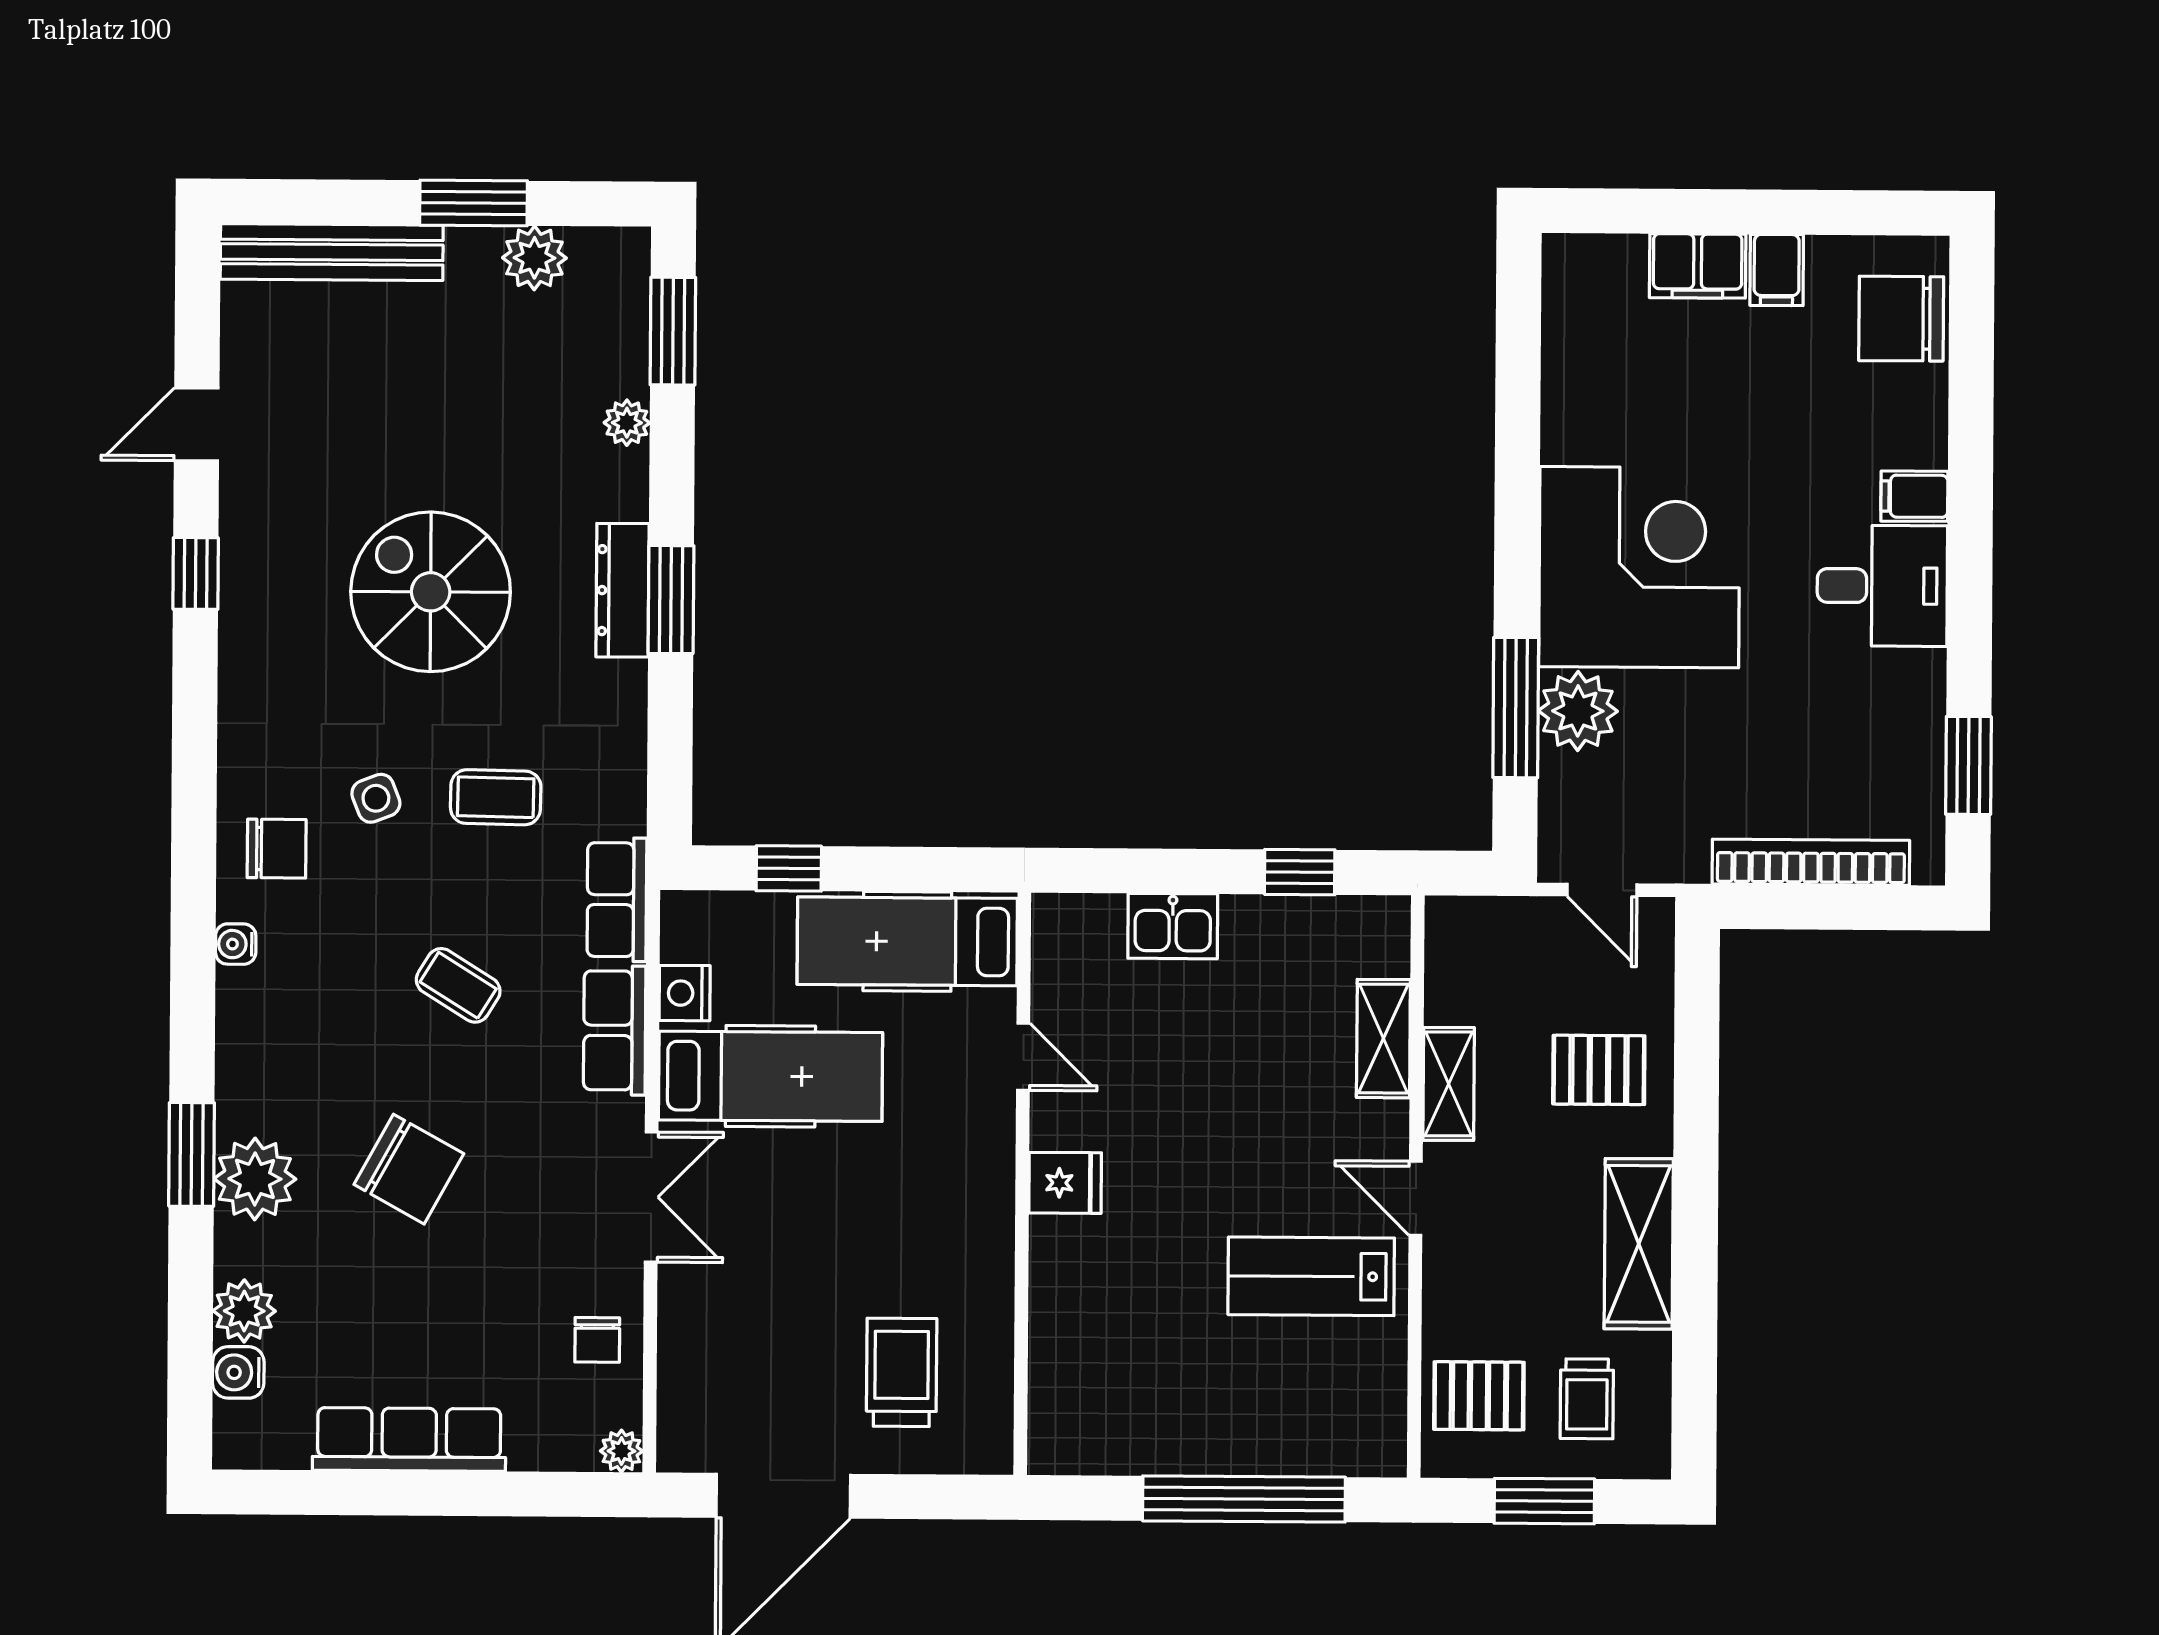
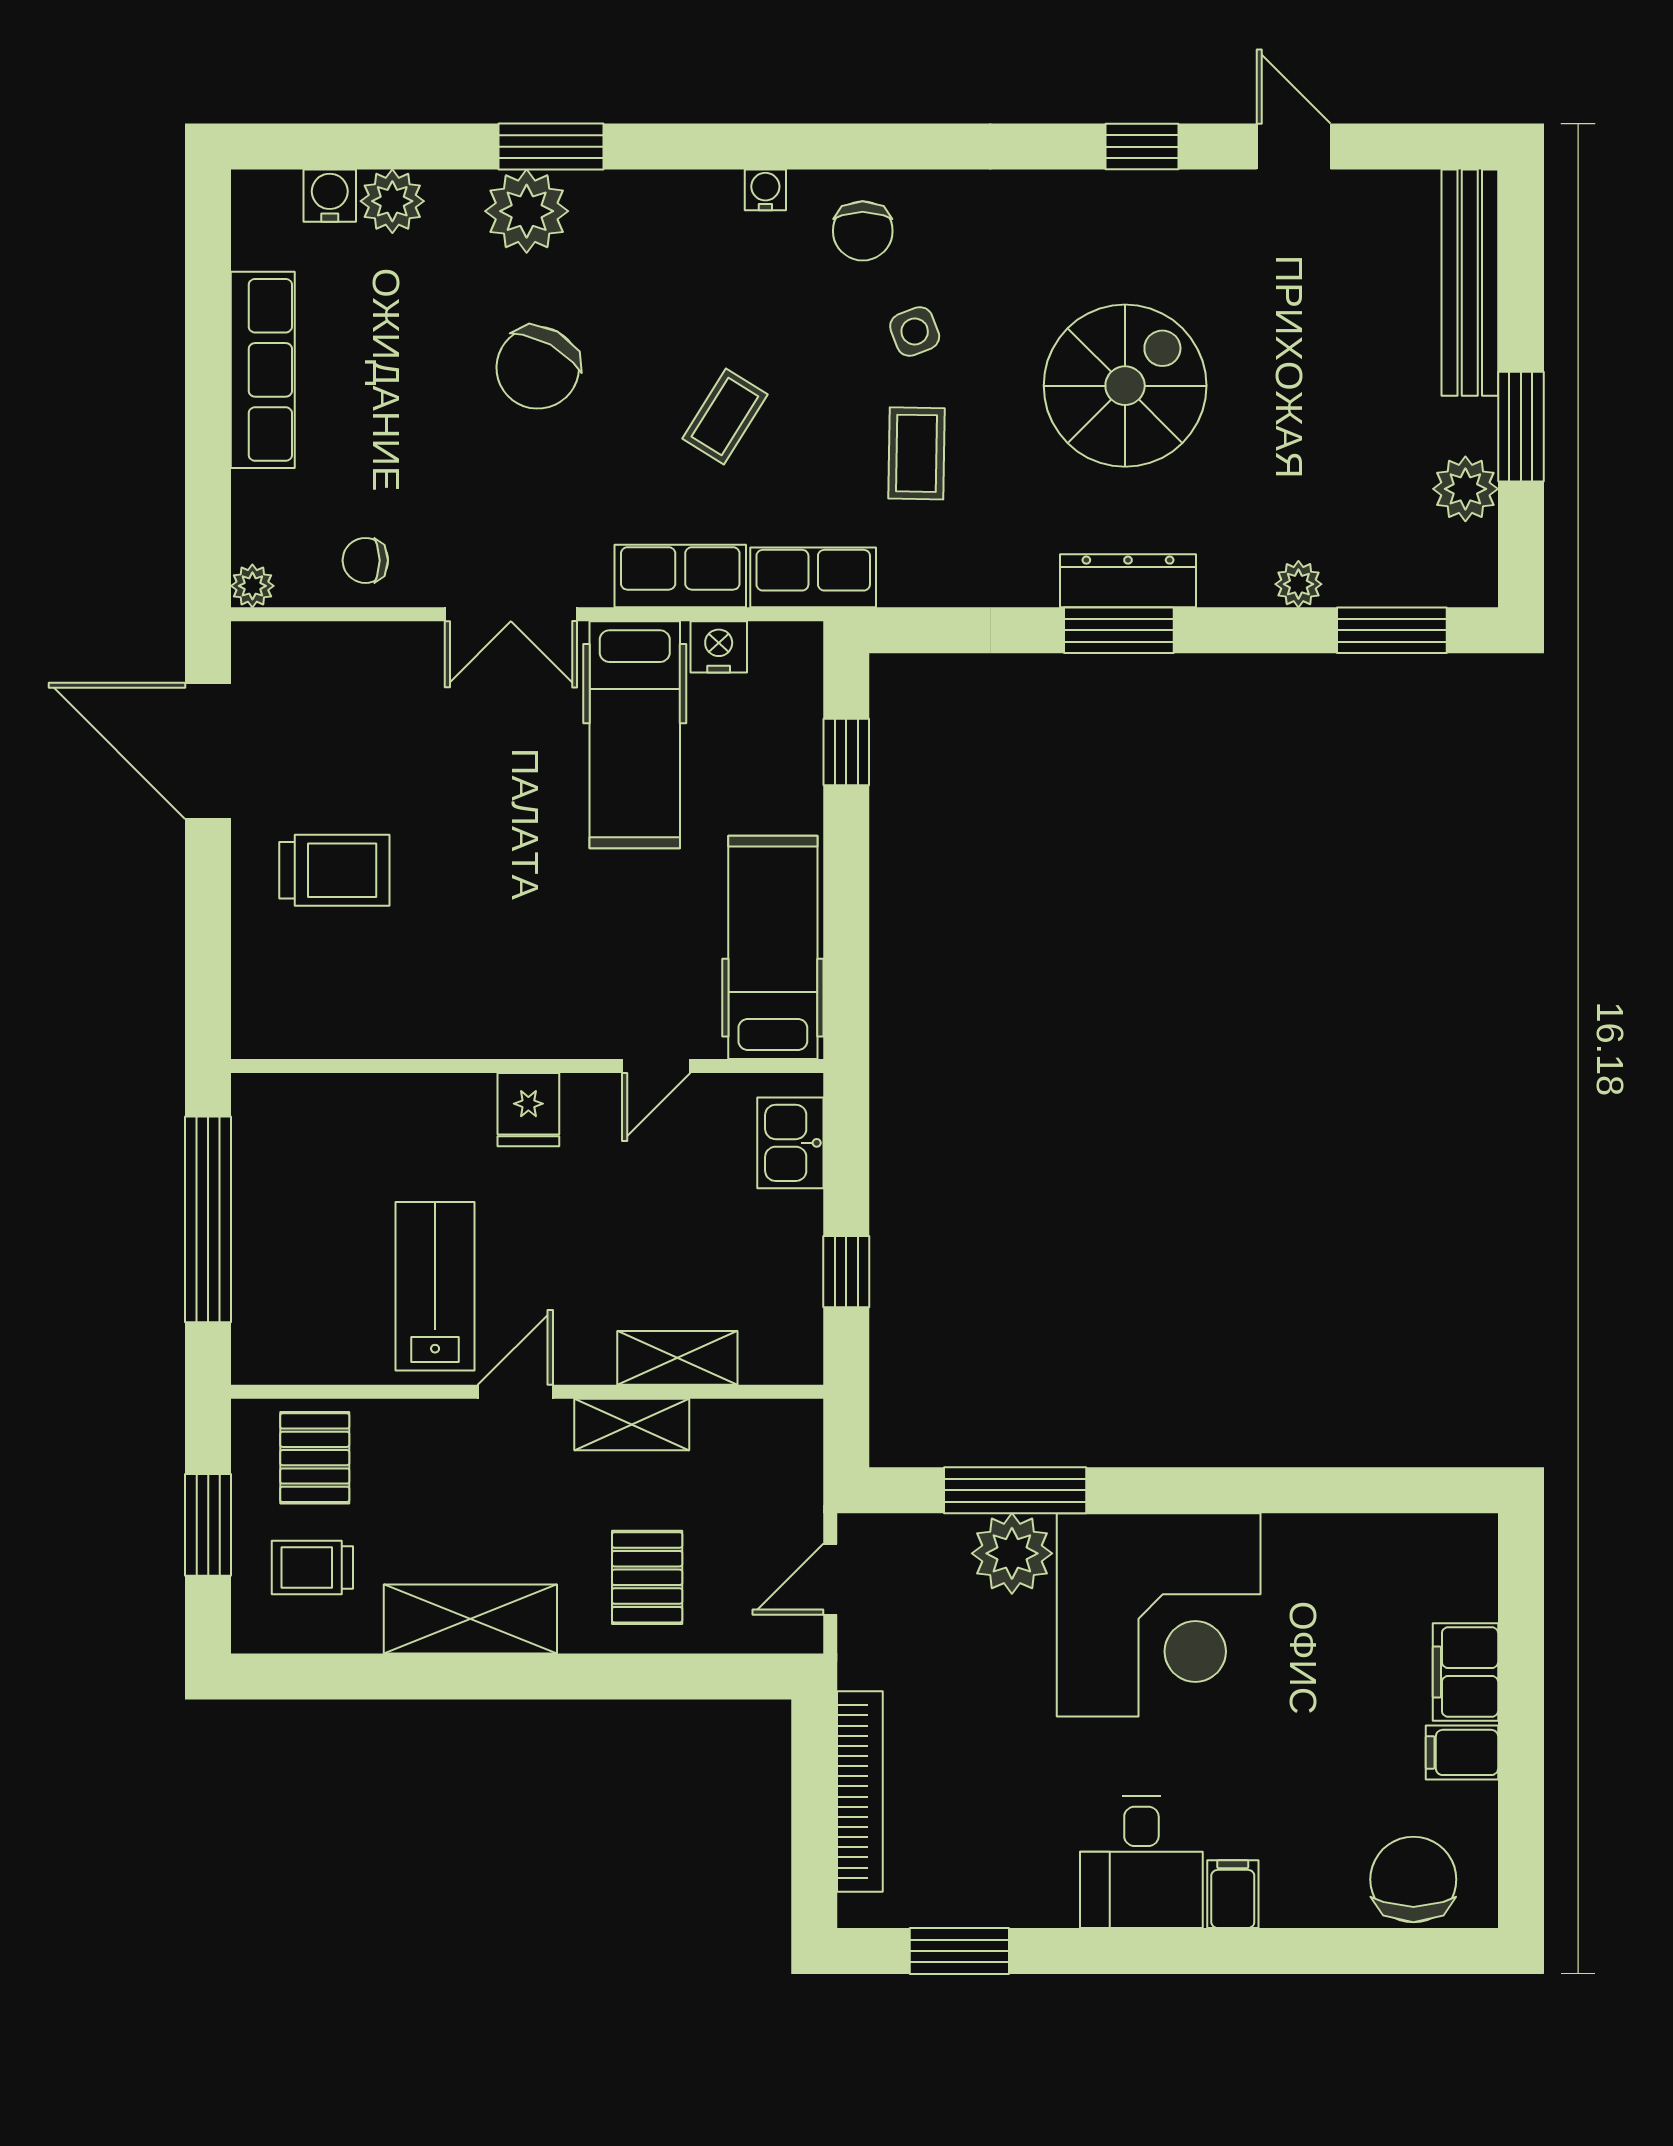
hospital bed: (907, 941) -> (773, 947), moved
door: (1023, 1057) -> (656, 1066), moved
fridge: (1065, 1183) -> (528, 1110), moved
wall: (1022, 1184) -> (527, 1066), moved

